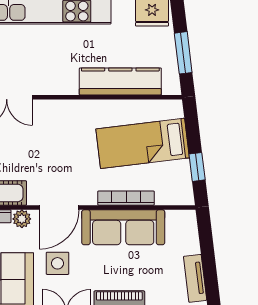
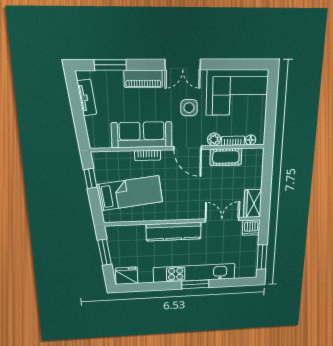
kitchen counter: (120, 81) -> (174, 232), moved
bookcase: (126, 198) -> (148, 155), width x0.64
door: (59, 207) -> (188, 148), swing flipped

